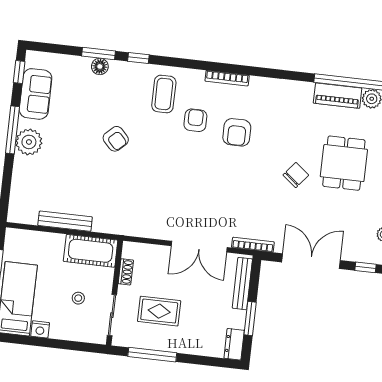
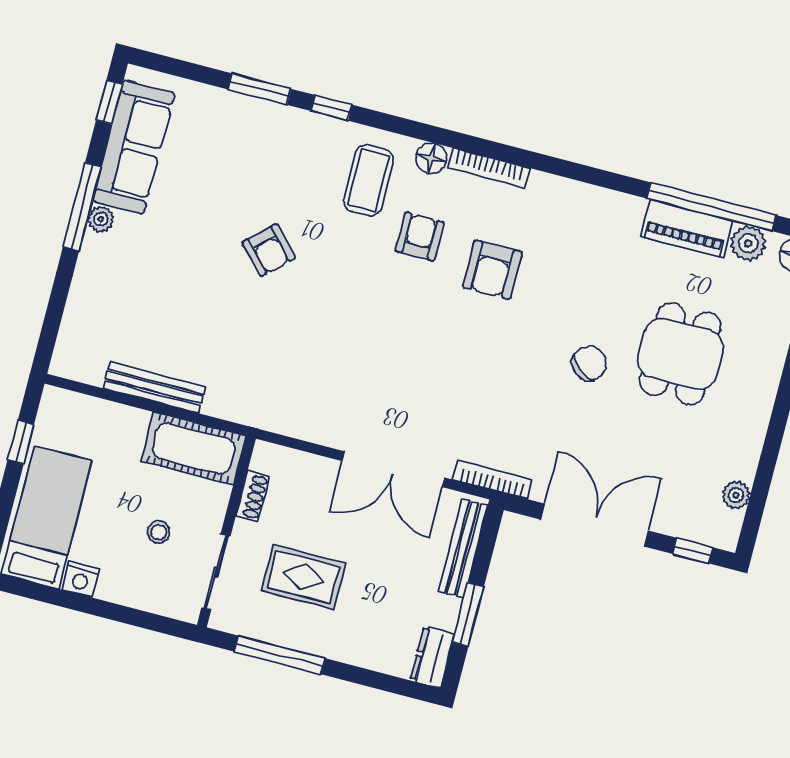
floor lamp: (100, 66) -> (431, 158), moved
sofa: (36, 94) -> (134, 147), width x1.36
plant: (29, 142) -> (101, 219), width x0.53, depth x0.53

